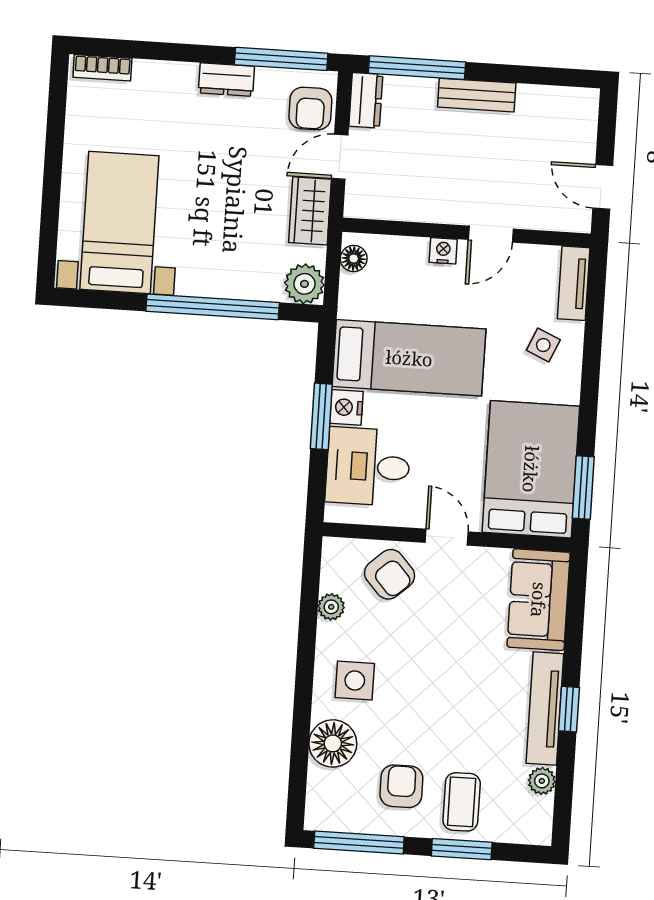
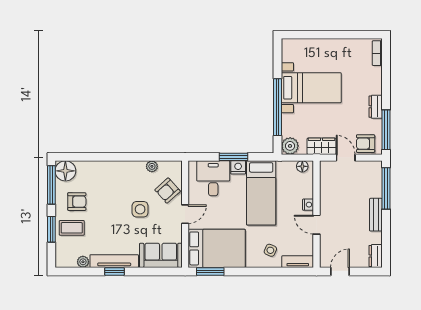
dresser: (366, 100) -> (376, 256), moved, turned 90
bed with nightstands: (119, 223) -> (311, 88), moved
side table: (355, 680) -> (140, 209), moved
floor lamp: (333, 743) -> (65, 171), moved

